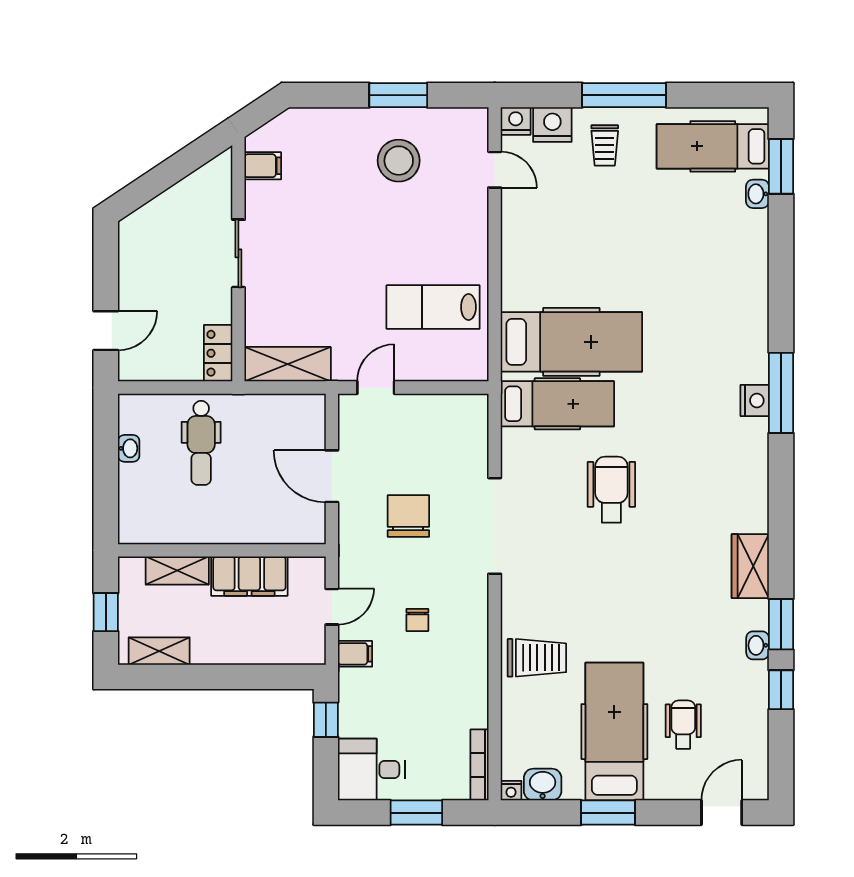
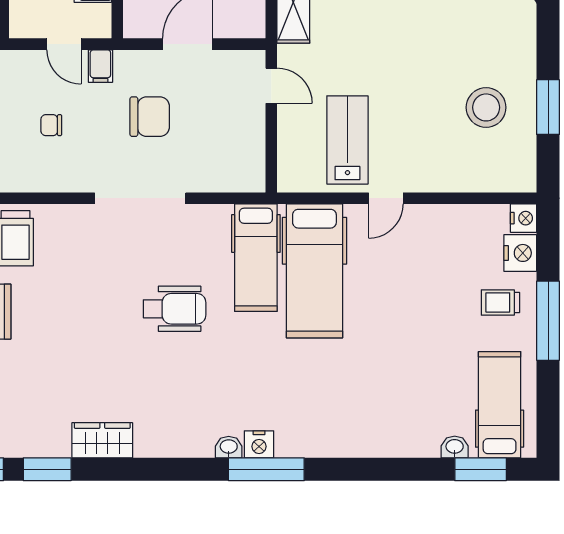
door: (495, 170) -> (386, 198), moved
washbasin: (758, 645) -> (229, 447), moved
filing cabinet: (355, 654) -> (100, 66), moved

